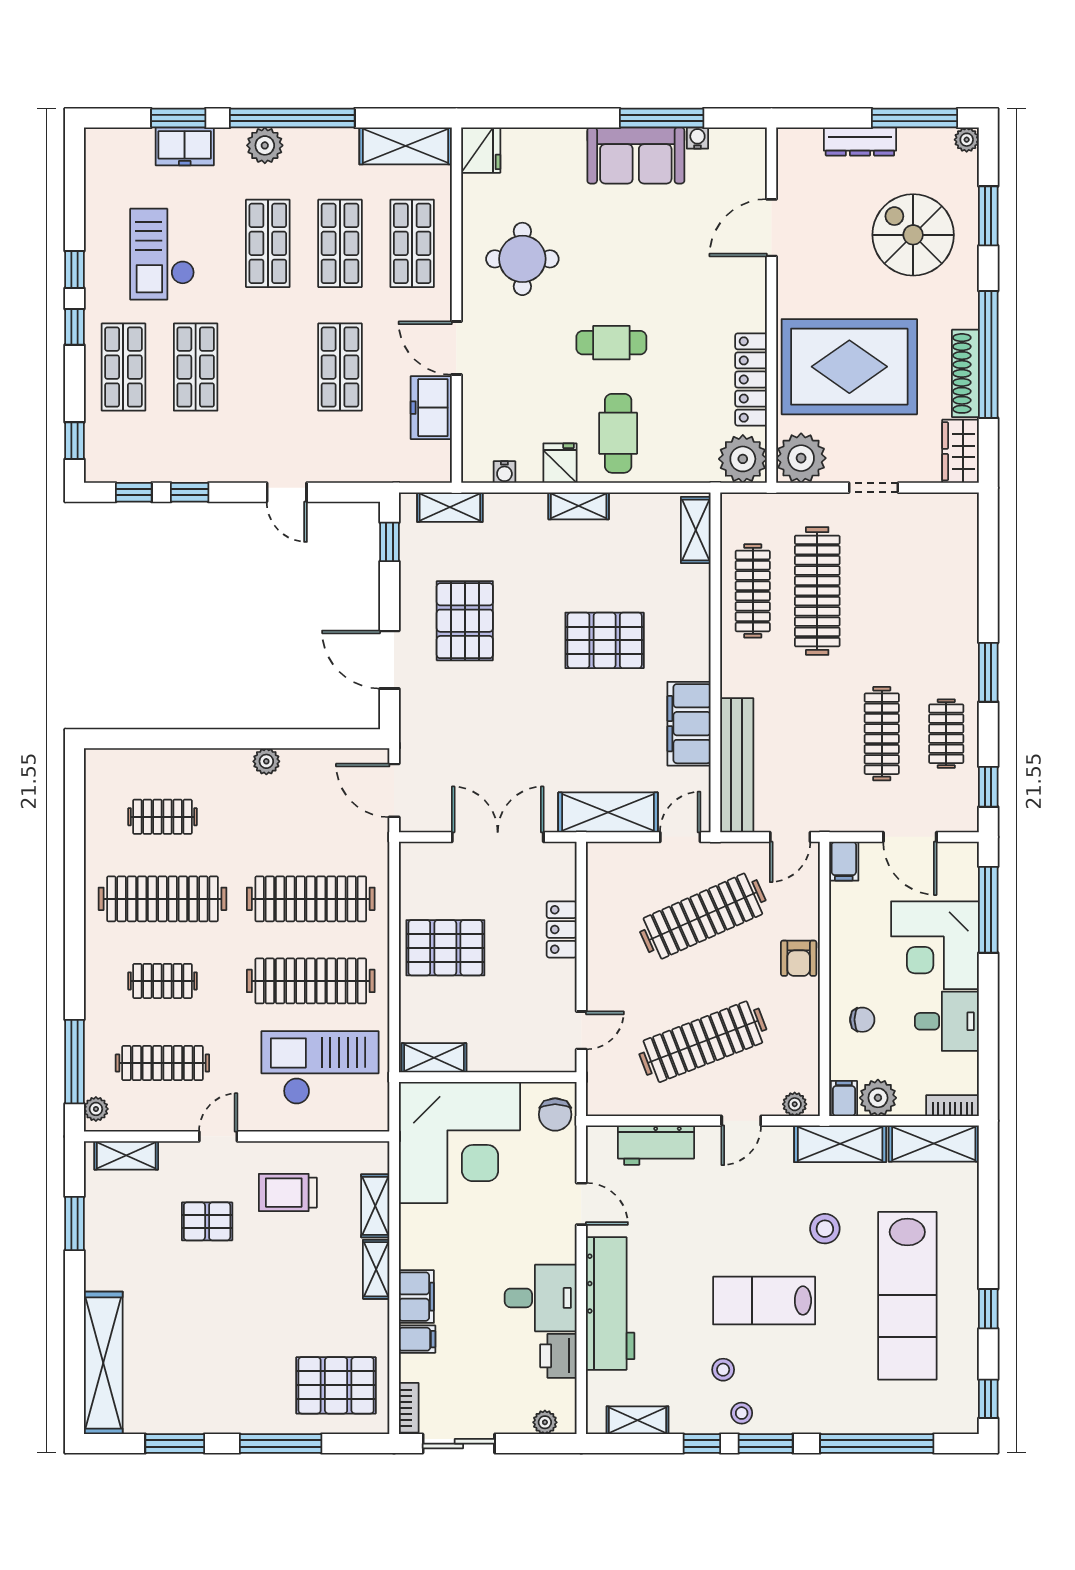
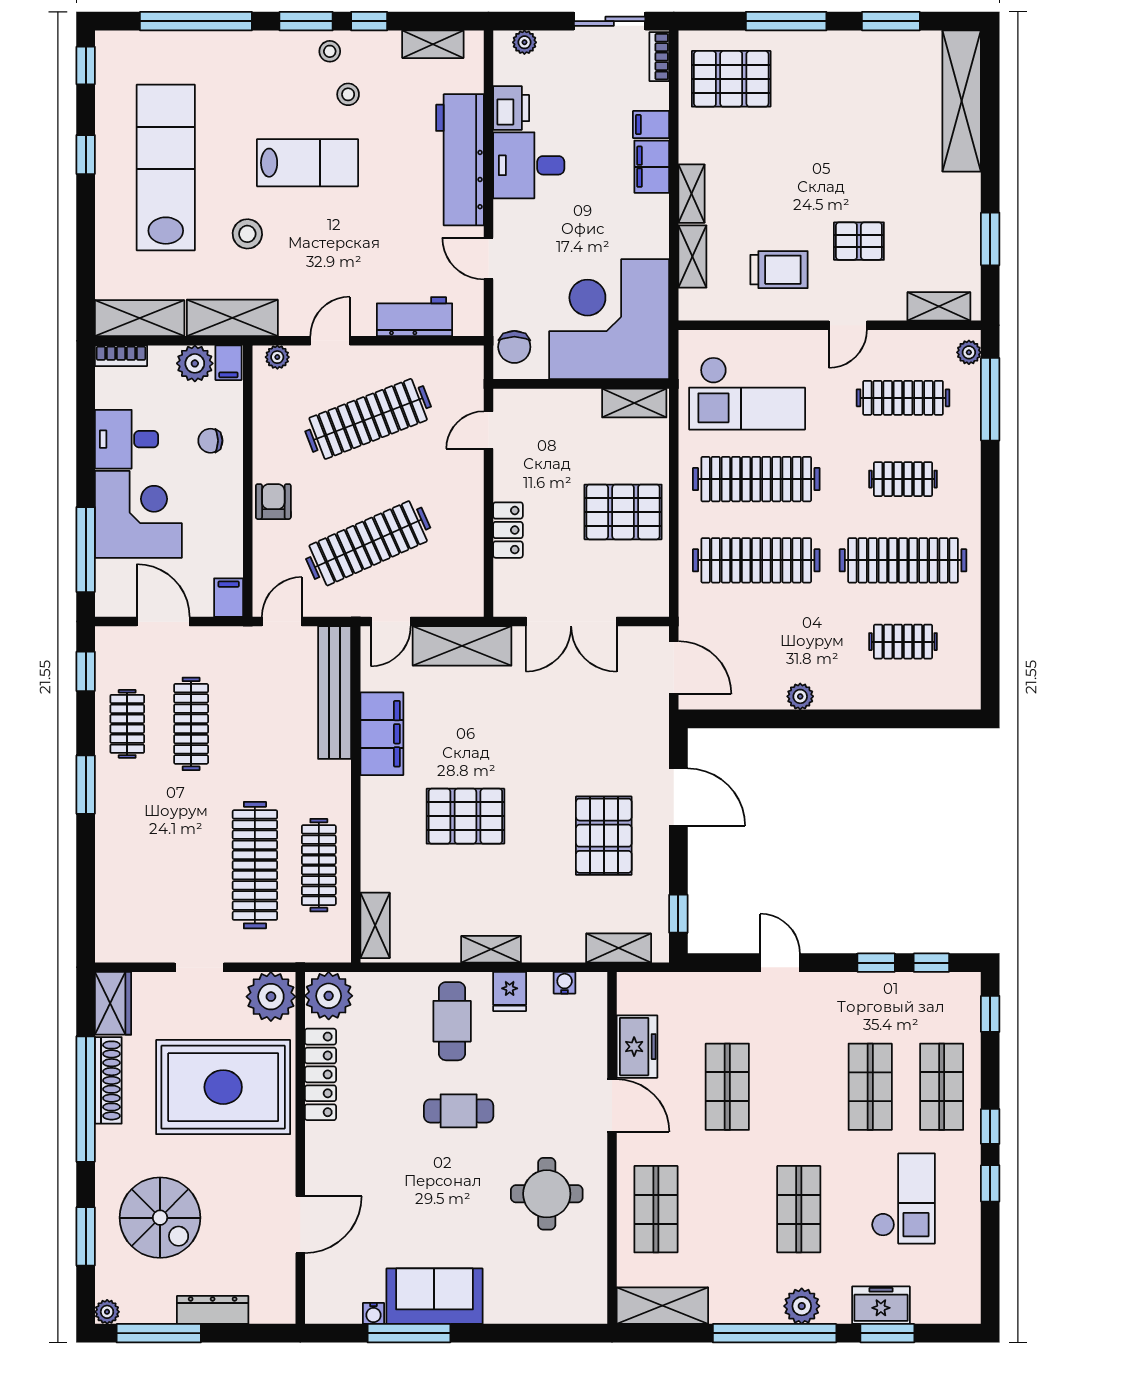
fridge: (481, 150) -> (588, 1301), removed
shop shelf: (340, 243) -> (727, 1209), removed
chair: (555, 1114) -> (514, 347), turned 180

